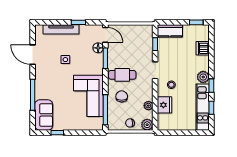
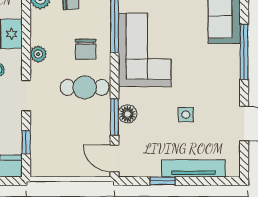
floor lamp: (98, 48) -> (128, 114), moved
plant: (148, 106) -> (38, 54), moved

